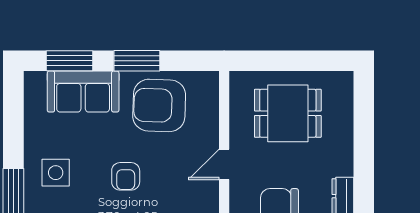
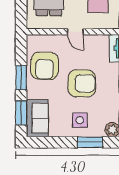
sofa: (83, 92) -> (37, 118), moved
armchair: (126, 176) -> (82, 83), width x1.88, depth x1.88

